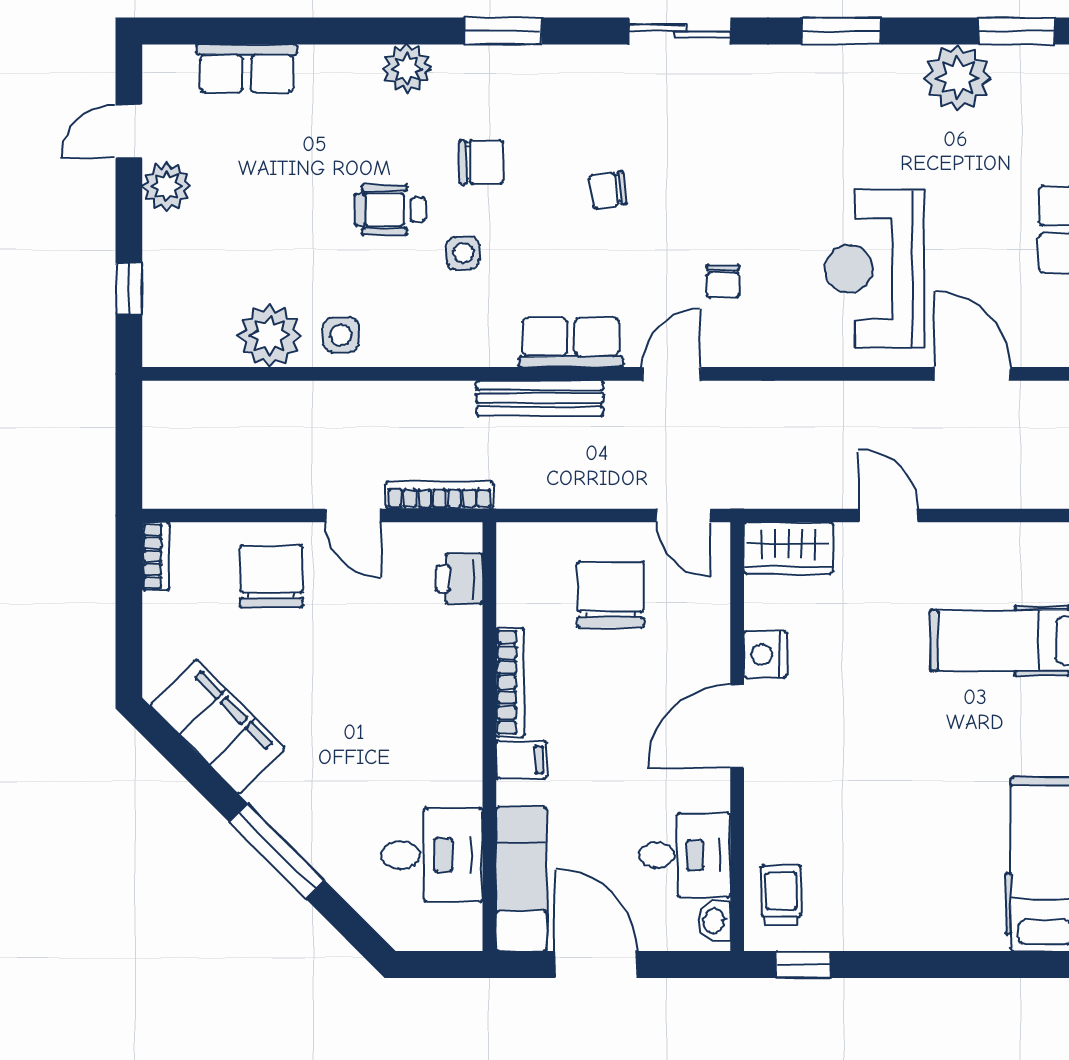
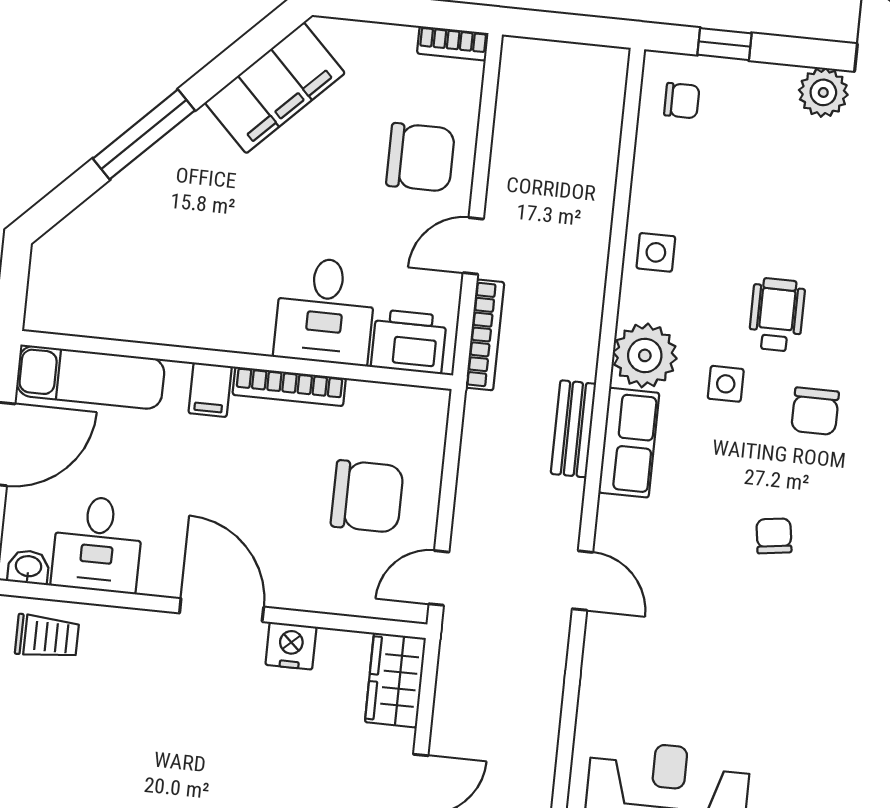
chair: (723, 281) -> (682, 101), moved, turned 180
plant: (270, 335) -> (645, 355), moved
row of seats: (571, 342) -> (629, 443), moved
bench: (540, 398) -> (573, 429), width x0.73
printer: (459, 578) -> (409, 342), width x1.36, depth x1.24
desk: (432, 855) -> (325, 311), moved

